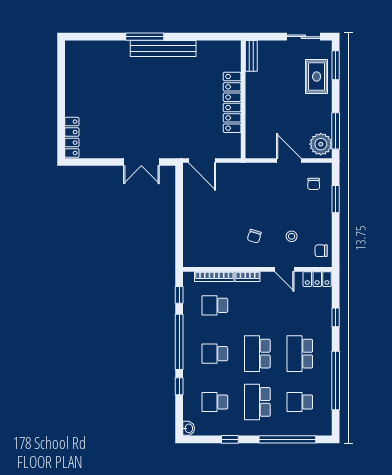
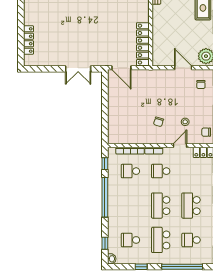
locker: (232, 102) -> (143, 44), moved
locker: (72, 137) -> (28, 40), moved
door: (284, 269) -> (180, 145), swing flipped
school desk: (215, 354) -> (161, 171), moved
window: (179, 386) -> (105, 243), moved

